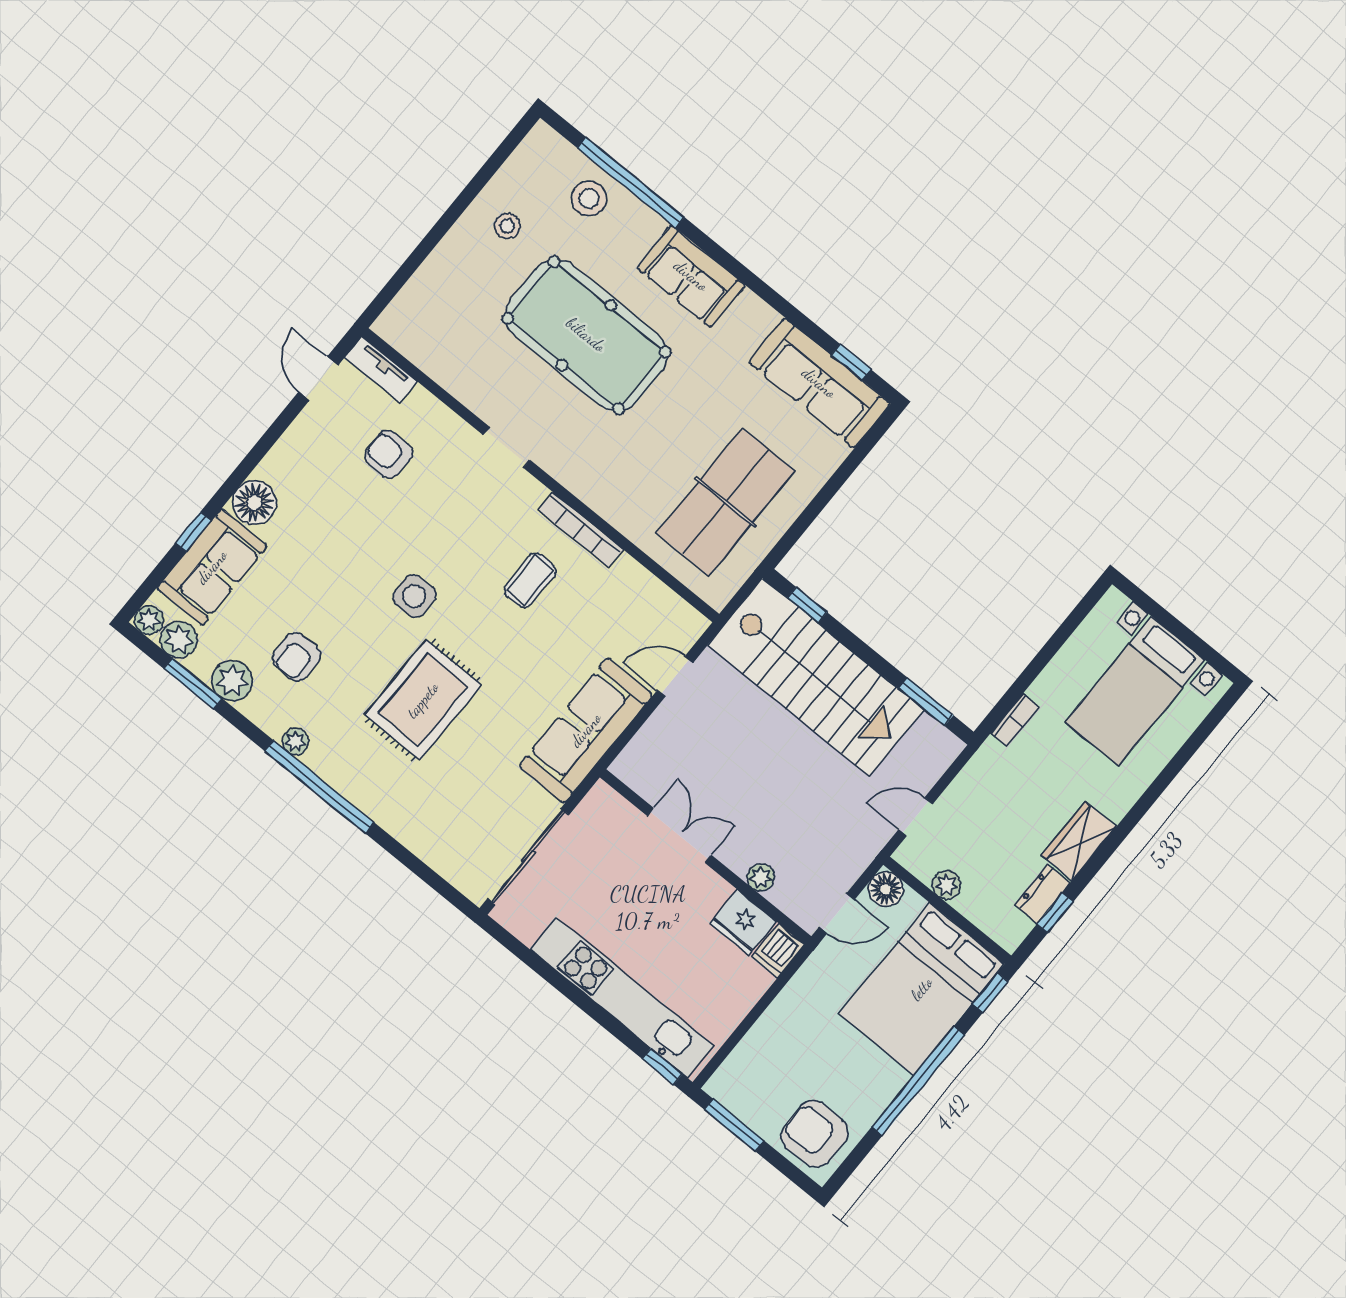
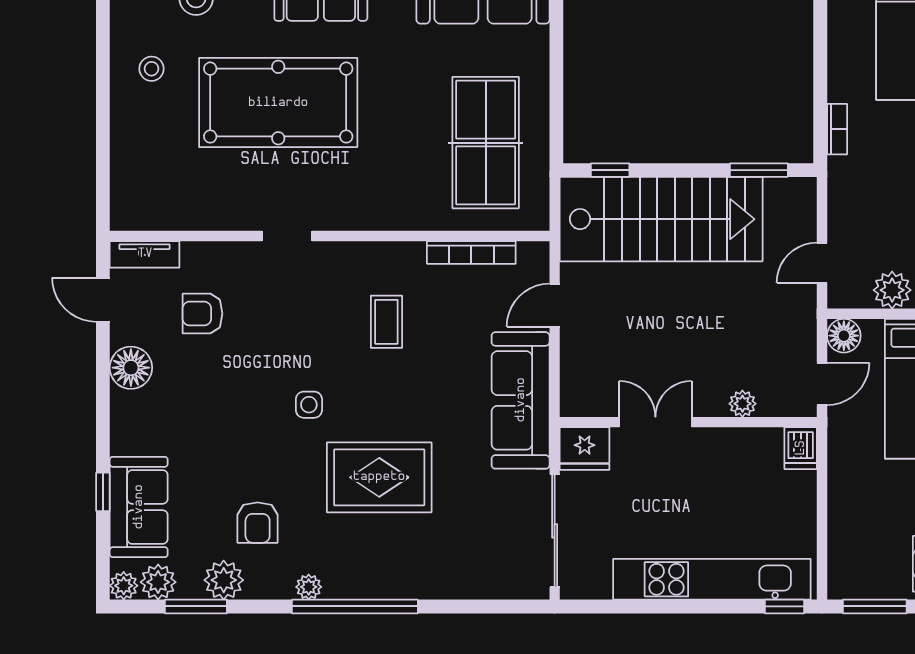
floor lamp: (254, 503) -> (131, 368), moved
bookcase: (580, 530) -> (471, 252), moved
side table: (414, 596) -> (309, 405), width x0.73, depth x0.73
rug: (423, 700) -> (379, 477), turned 90
plant: (947, 885) -> (892, 290), width x1.38, depth x1.38
fridge: (743, 922) -> (585, 449), moved

